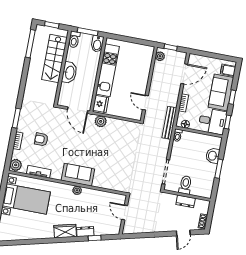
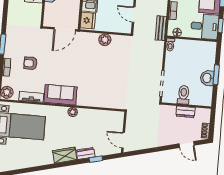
door: (78, 110) -> (65, 29), hinge flipped
plant: (101, 121) -> (105, 40), moved
bench: (169, 123) -> (161, 28), width x0.73
washbasin: (213, 156) -> (207, 78), moved
sofa: (78, 175) -> (61, 95), moved
door: (125, 213) -> (123, 140), moved
door: (183, 233) -> (187, 144), hinge flipped

